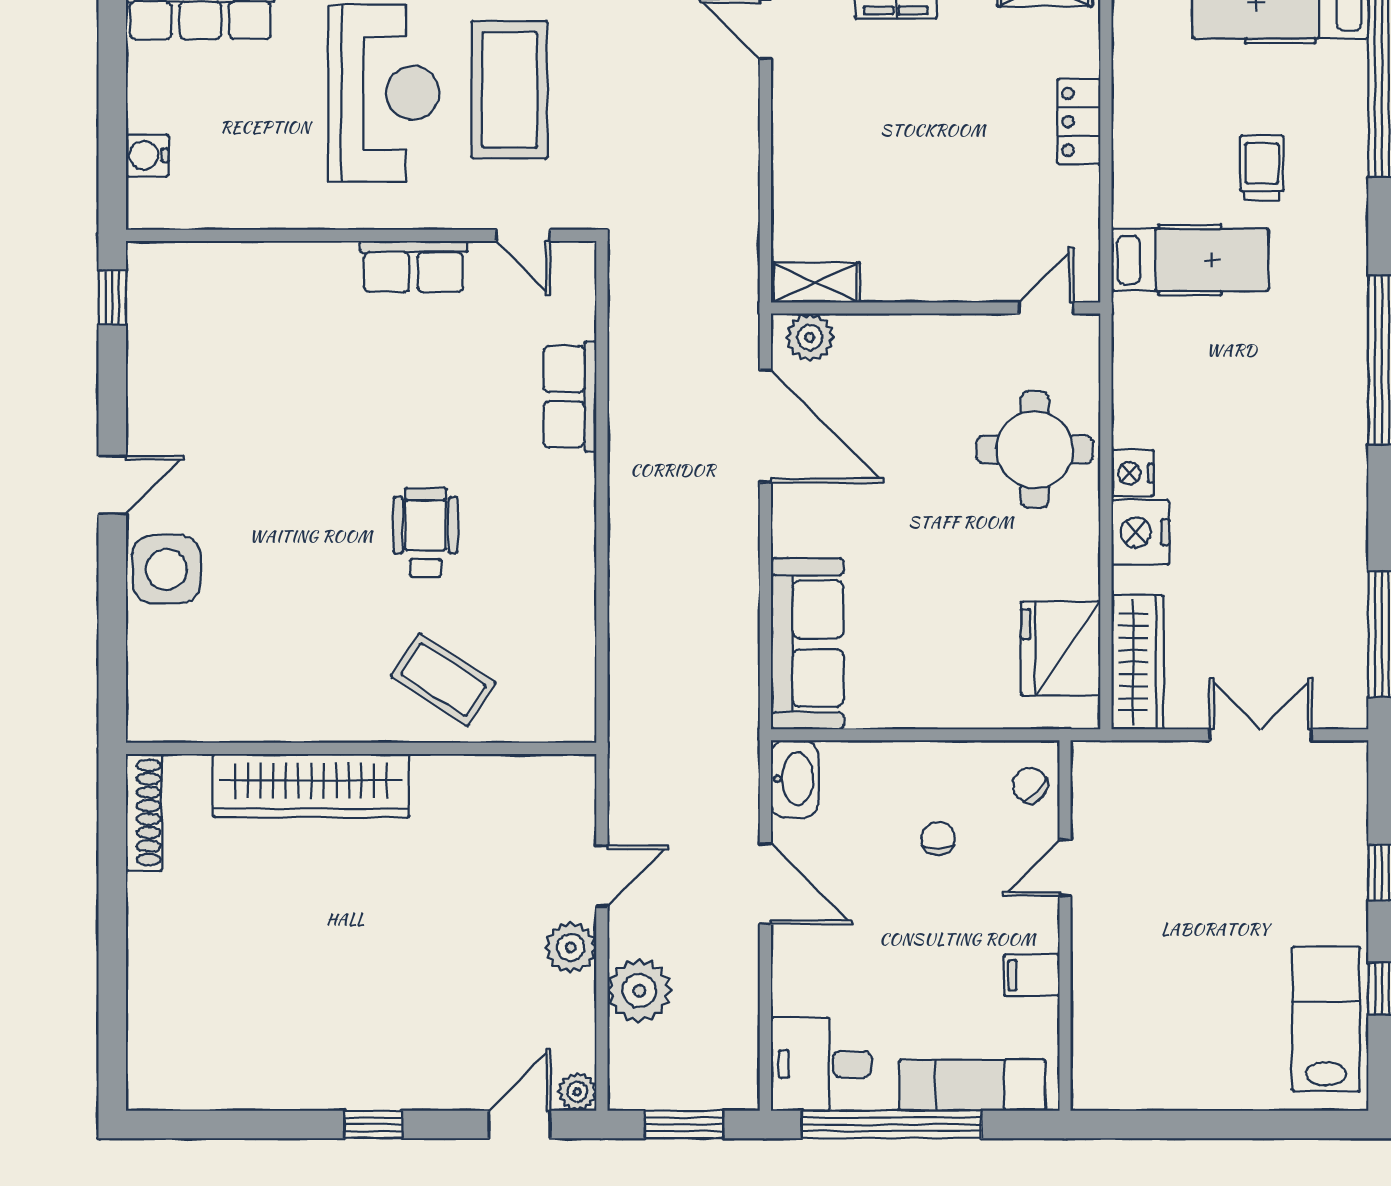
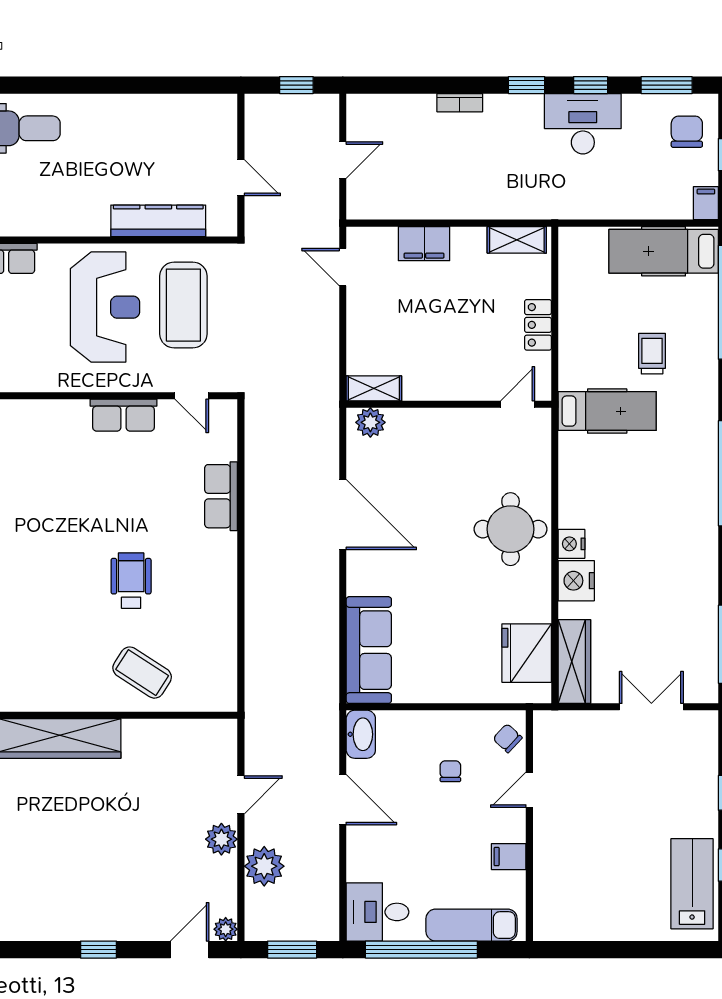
shelving: (815, 282) -> (374, 388), moved
wall: (936, 308) -> (449, 404), moved
door: (1046, 308) -> (518, 404), moved
plant: (810, 337) -> (370, 422), moved

